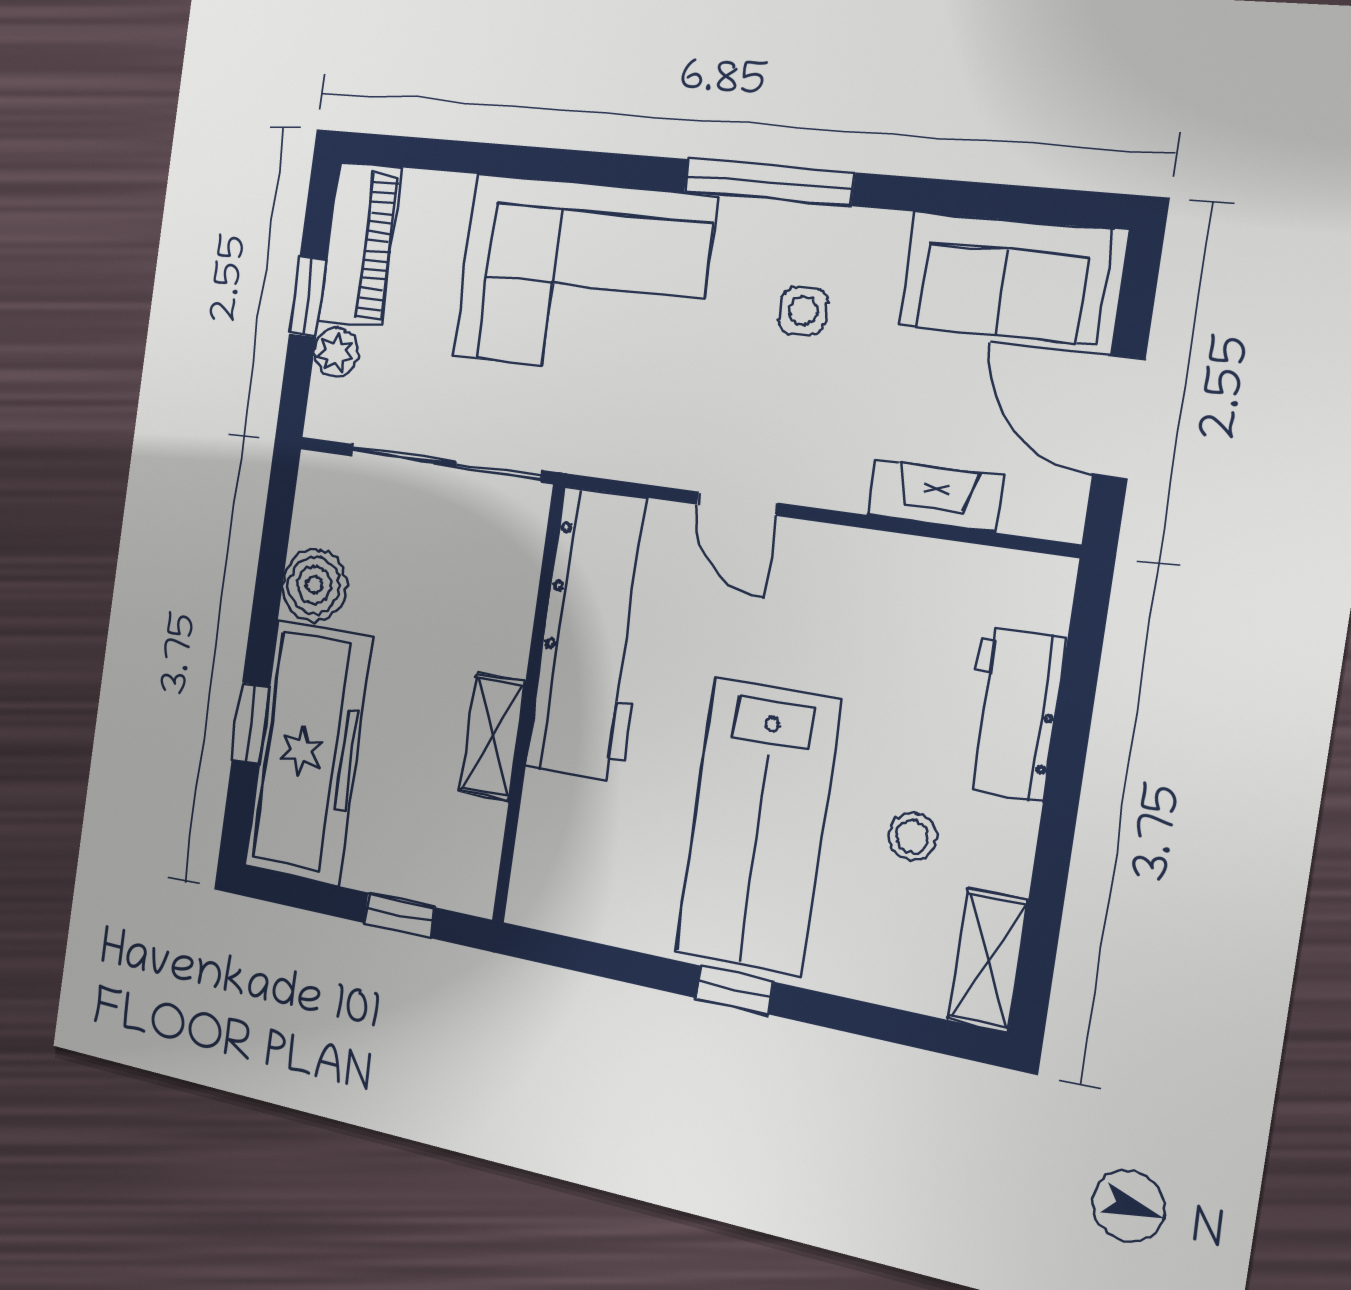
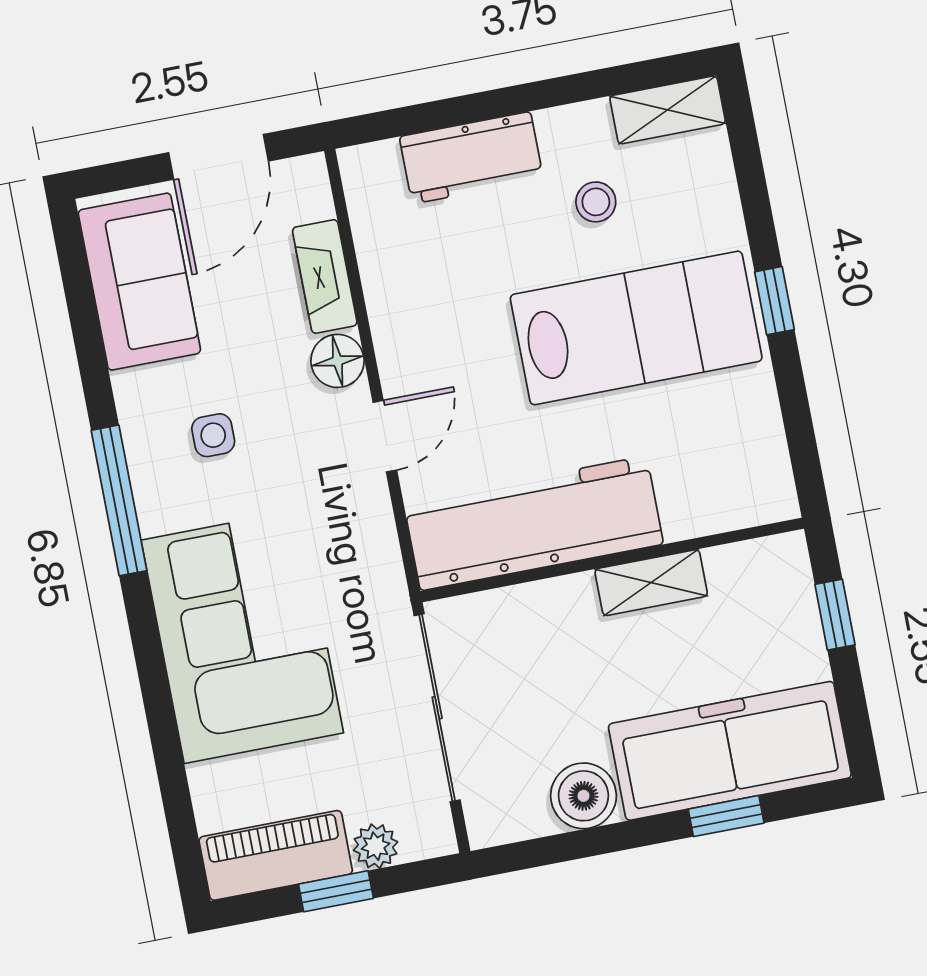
floor lamp: (836, 479) -> (337, 361), added

